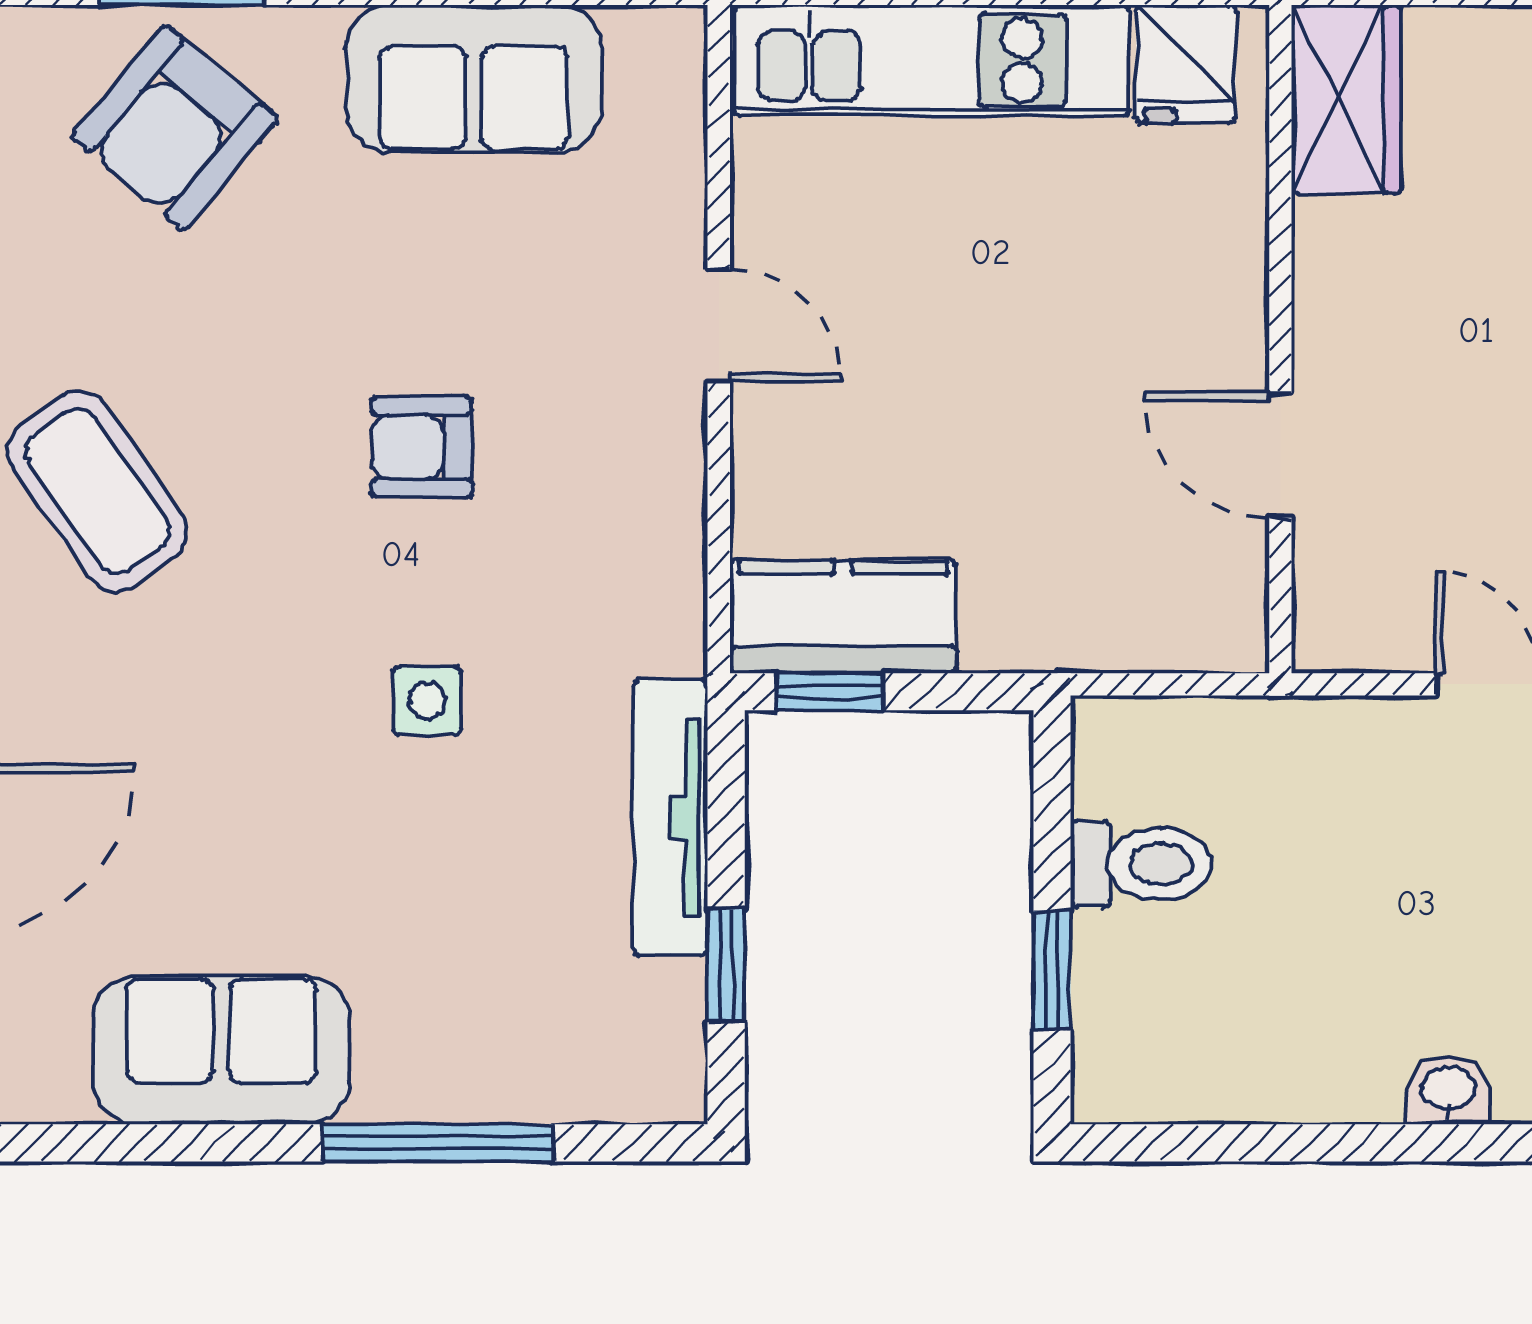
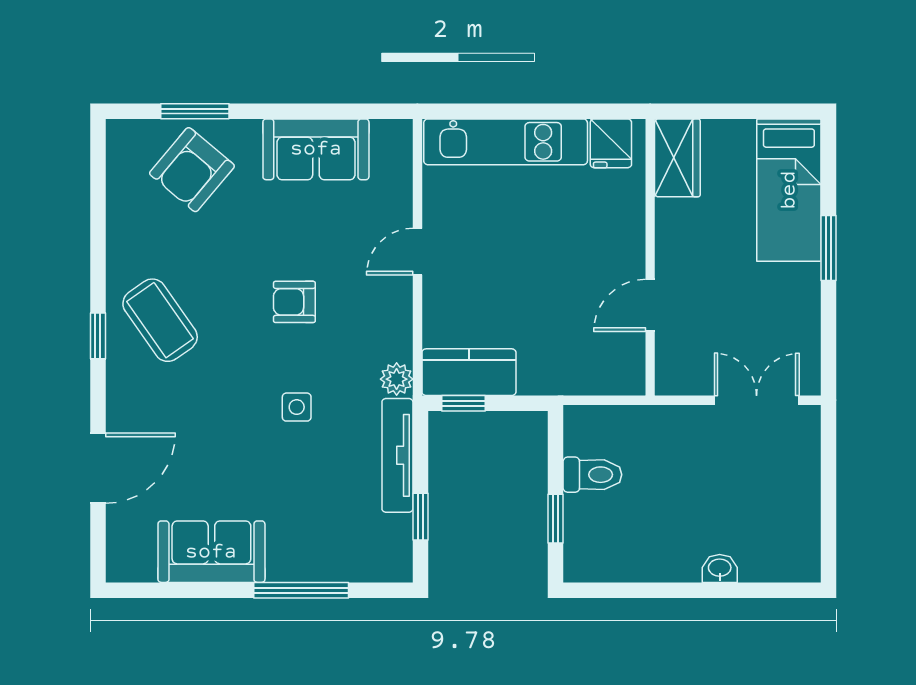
door: (719, 325) -> (417, 252), swing flipped
door: (1280, 455) -> (650, 305), hinge flipped
plant: (668, 633) -> (397, 379), added

